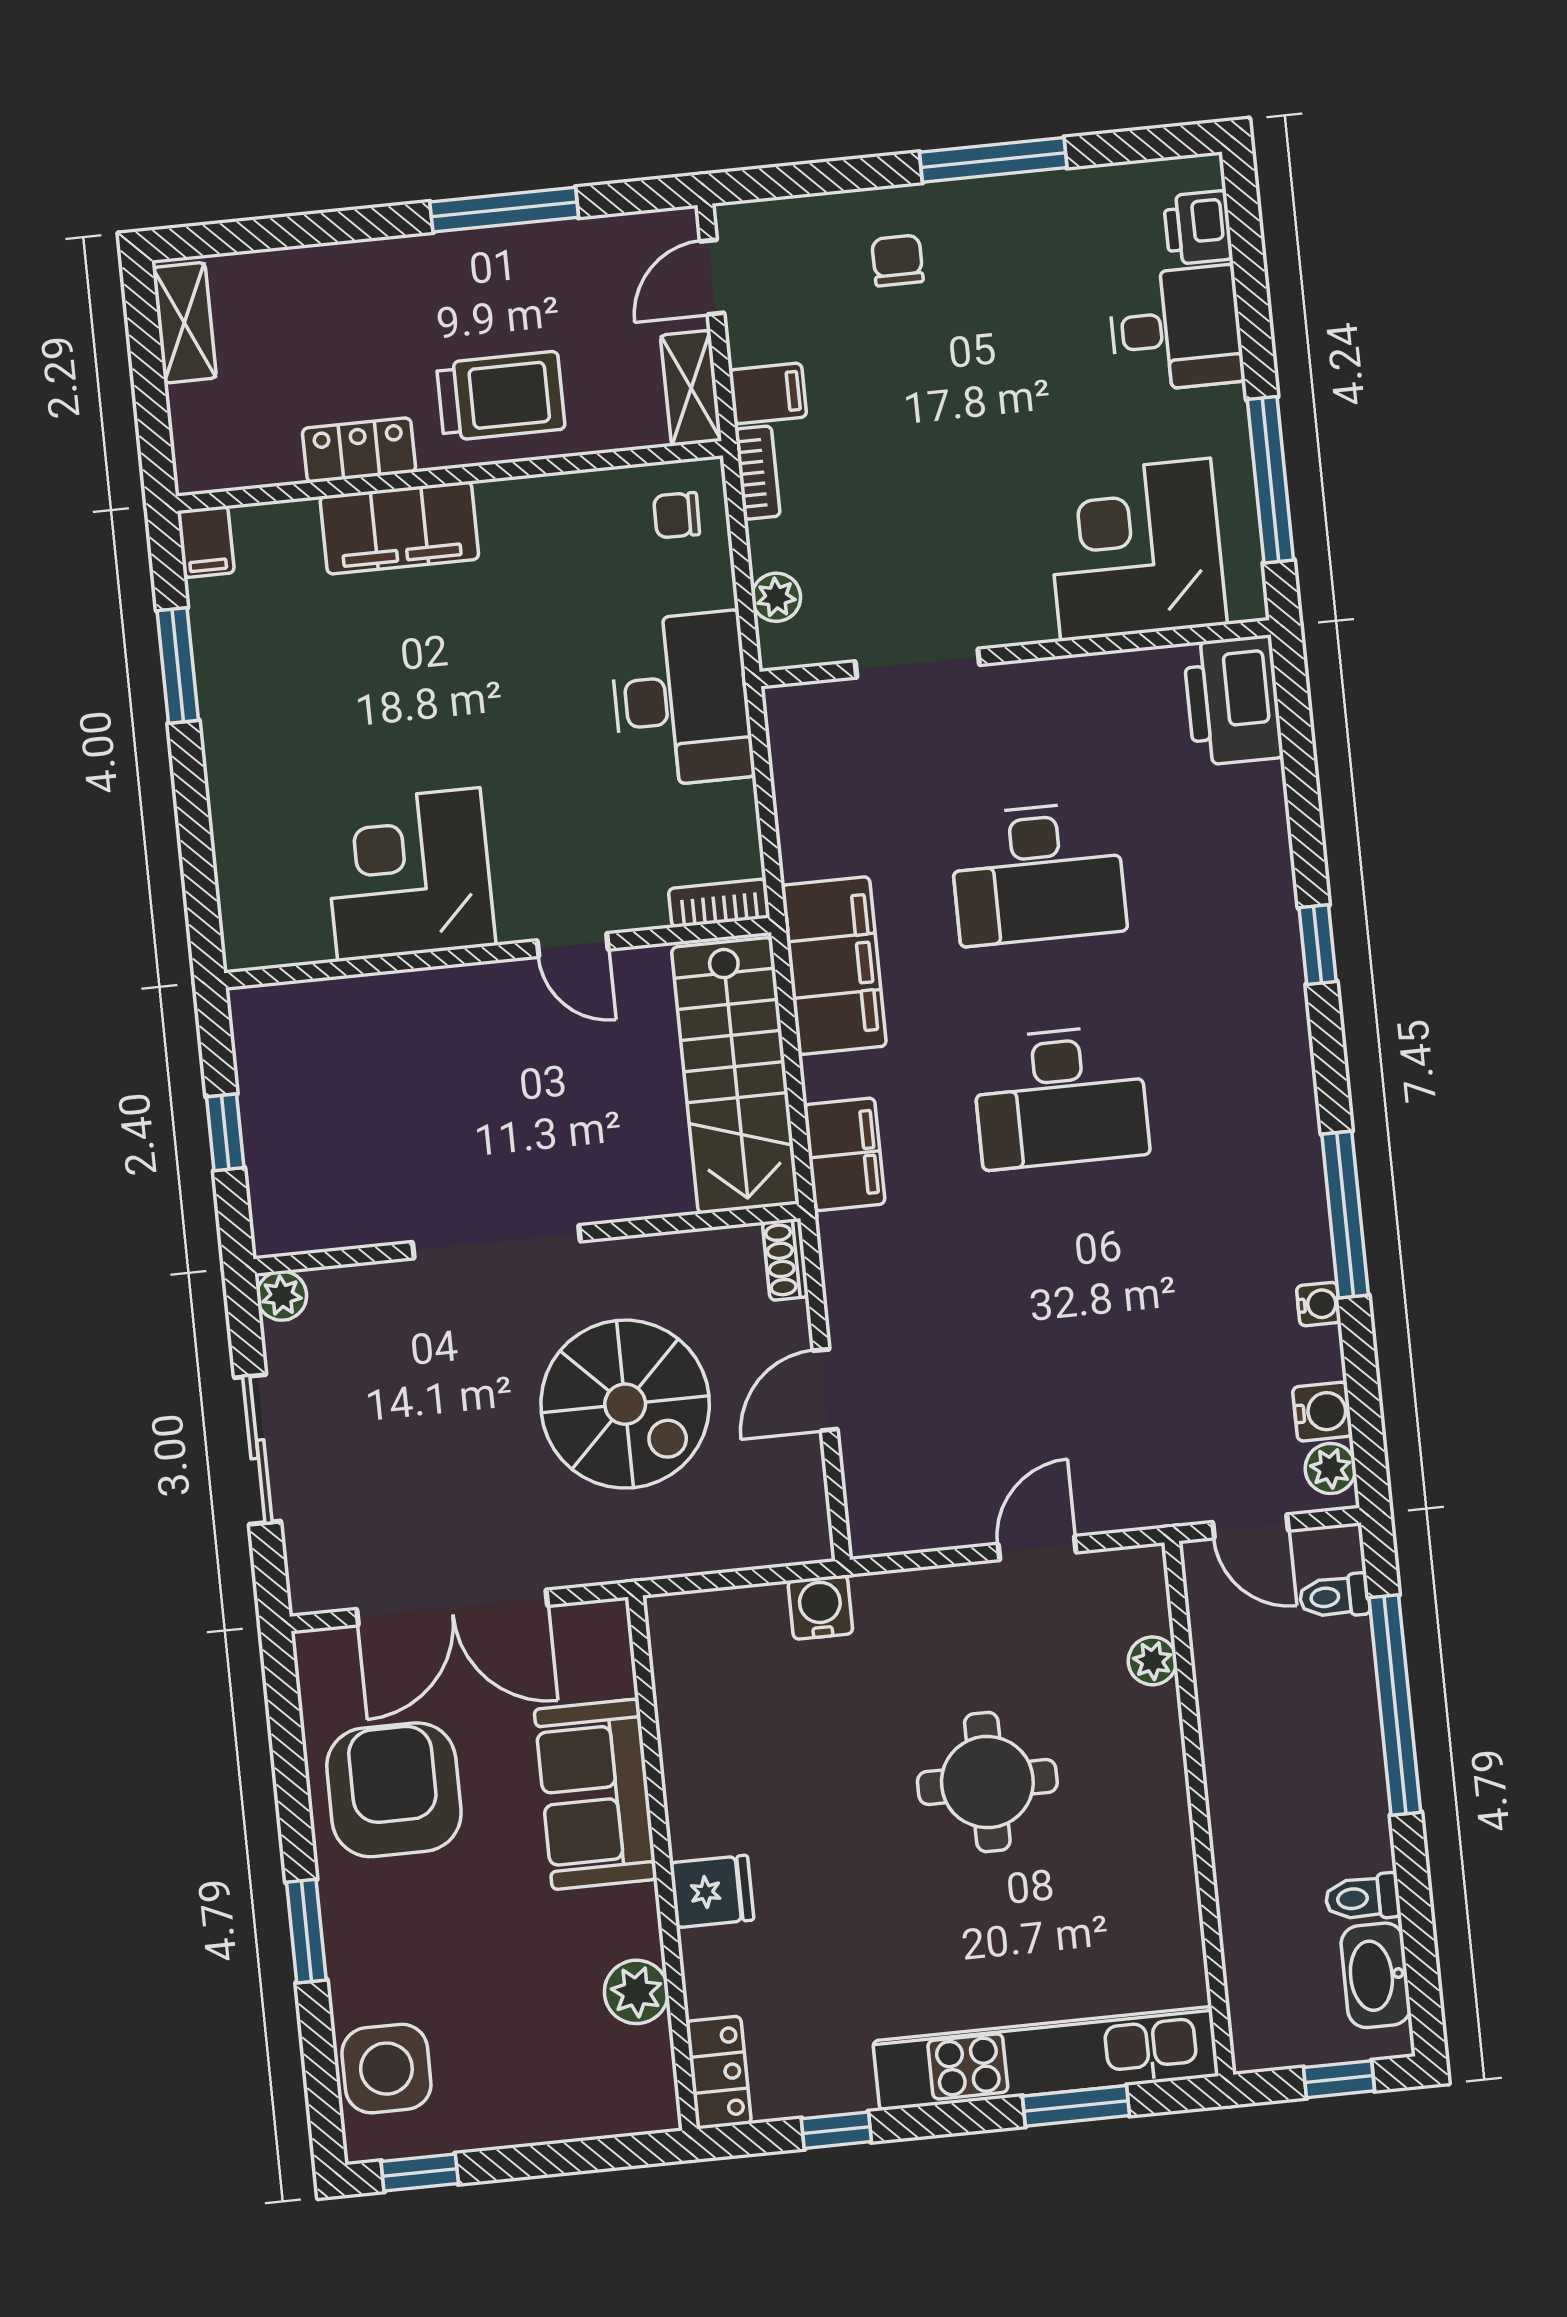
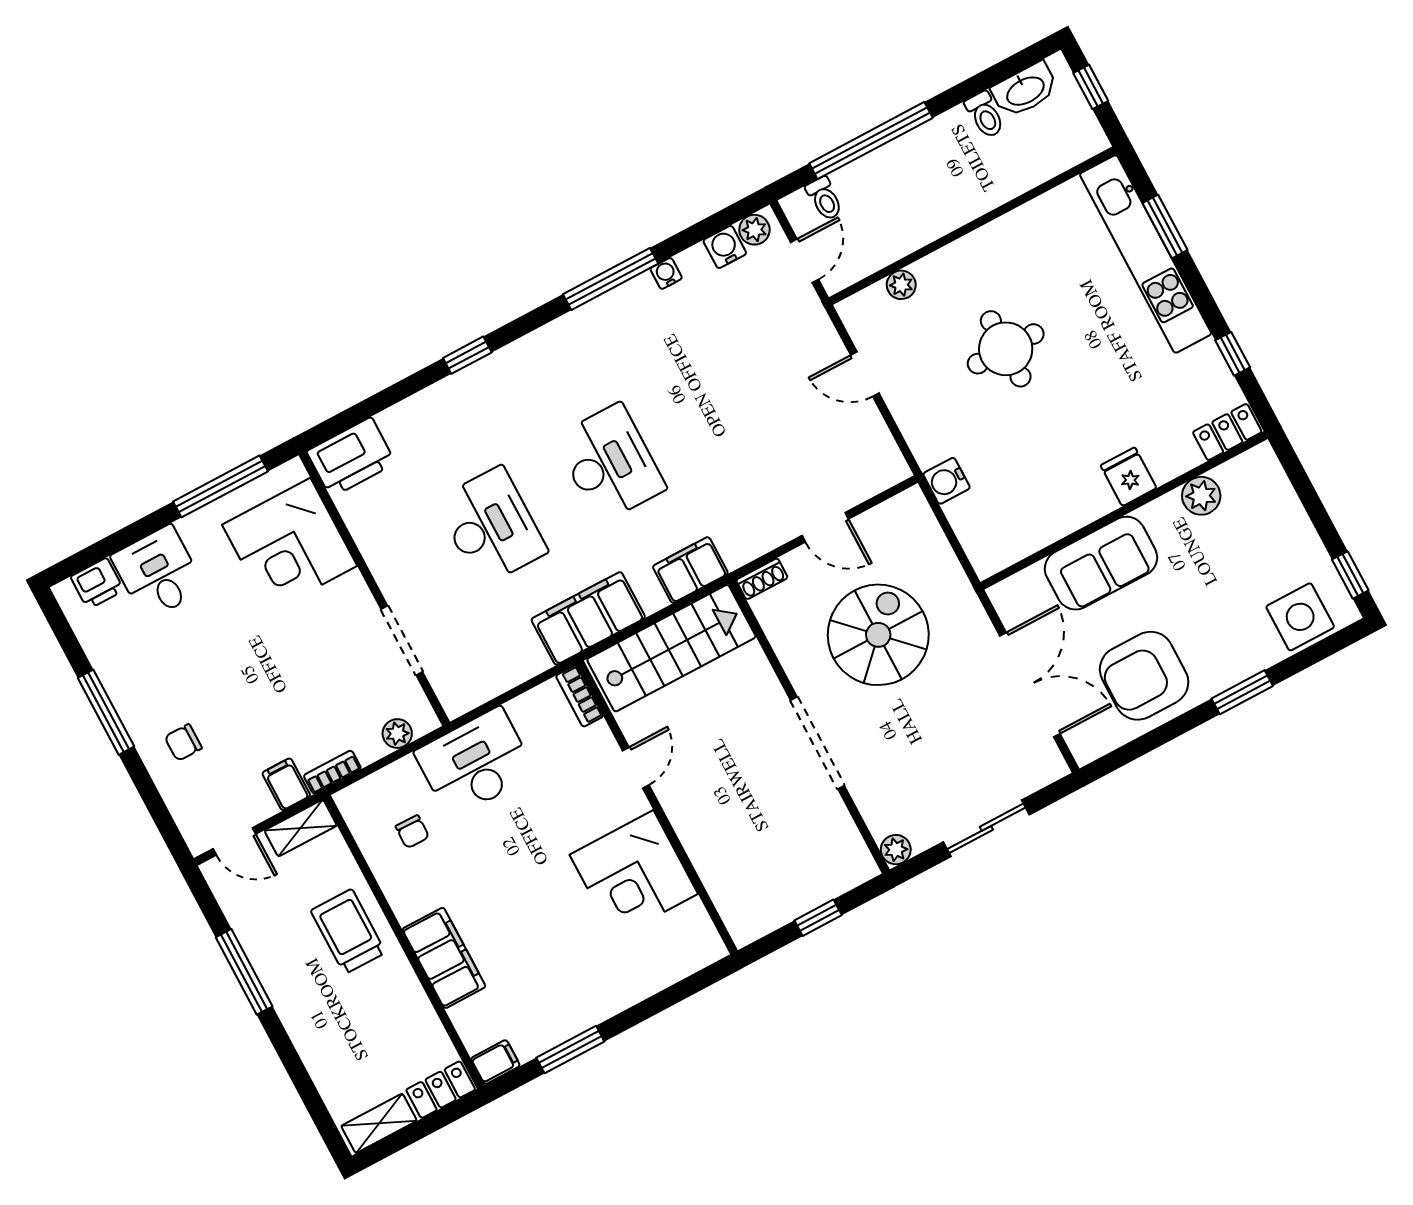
locker: (359, 450) -> (441, 1090), moved, turned 90
chair: (677, 515) -> (412, 832), moved

